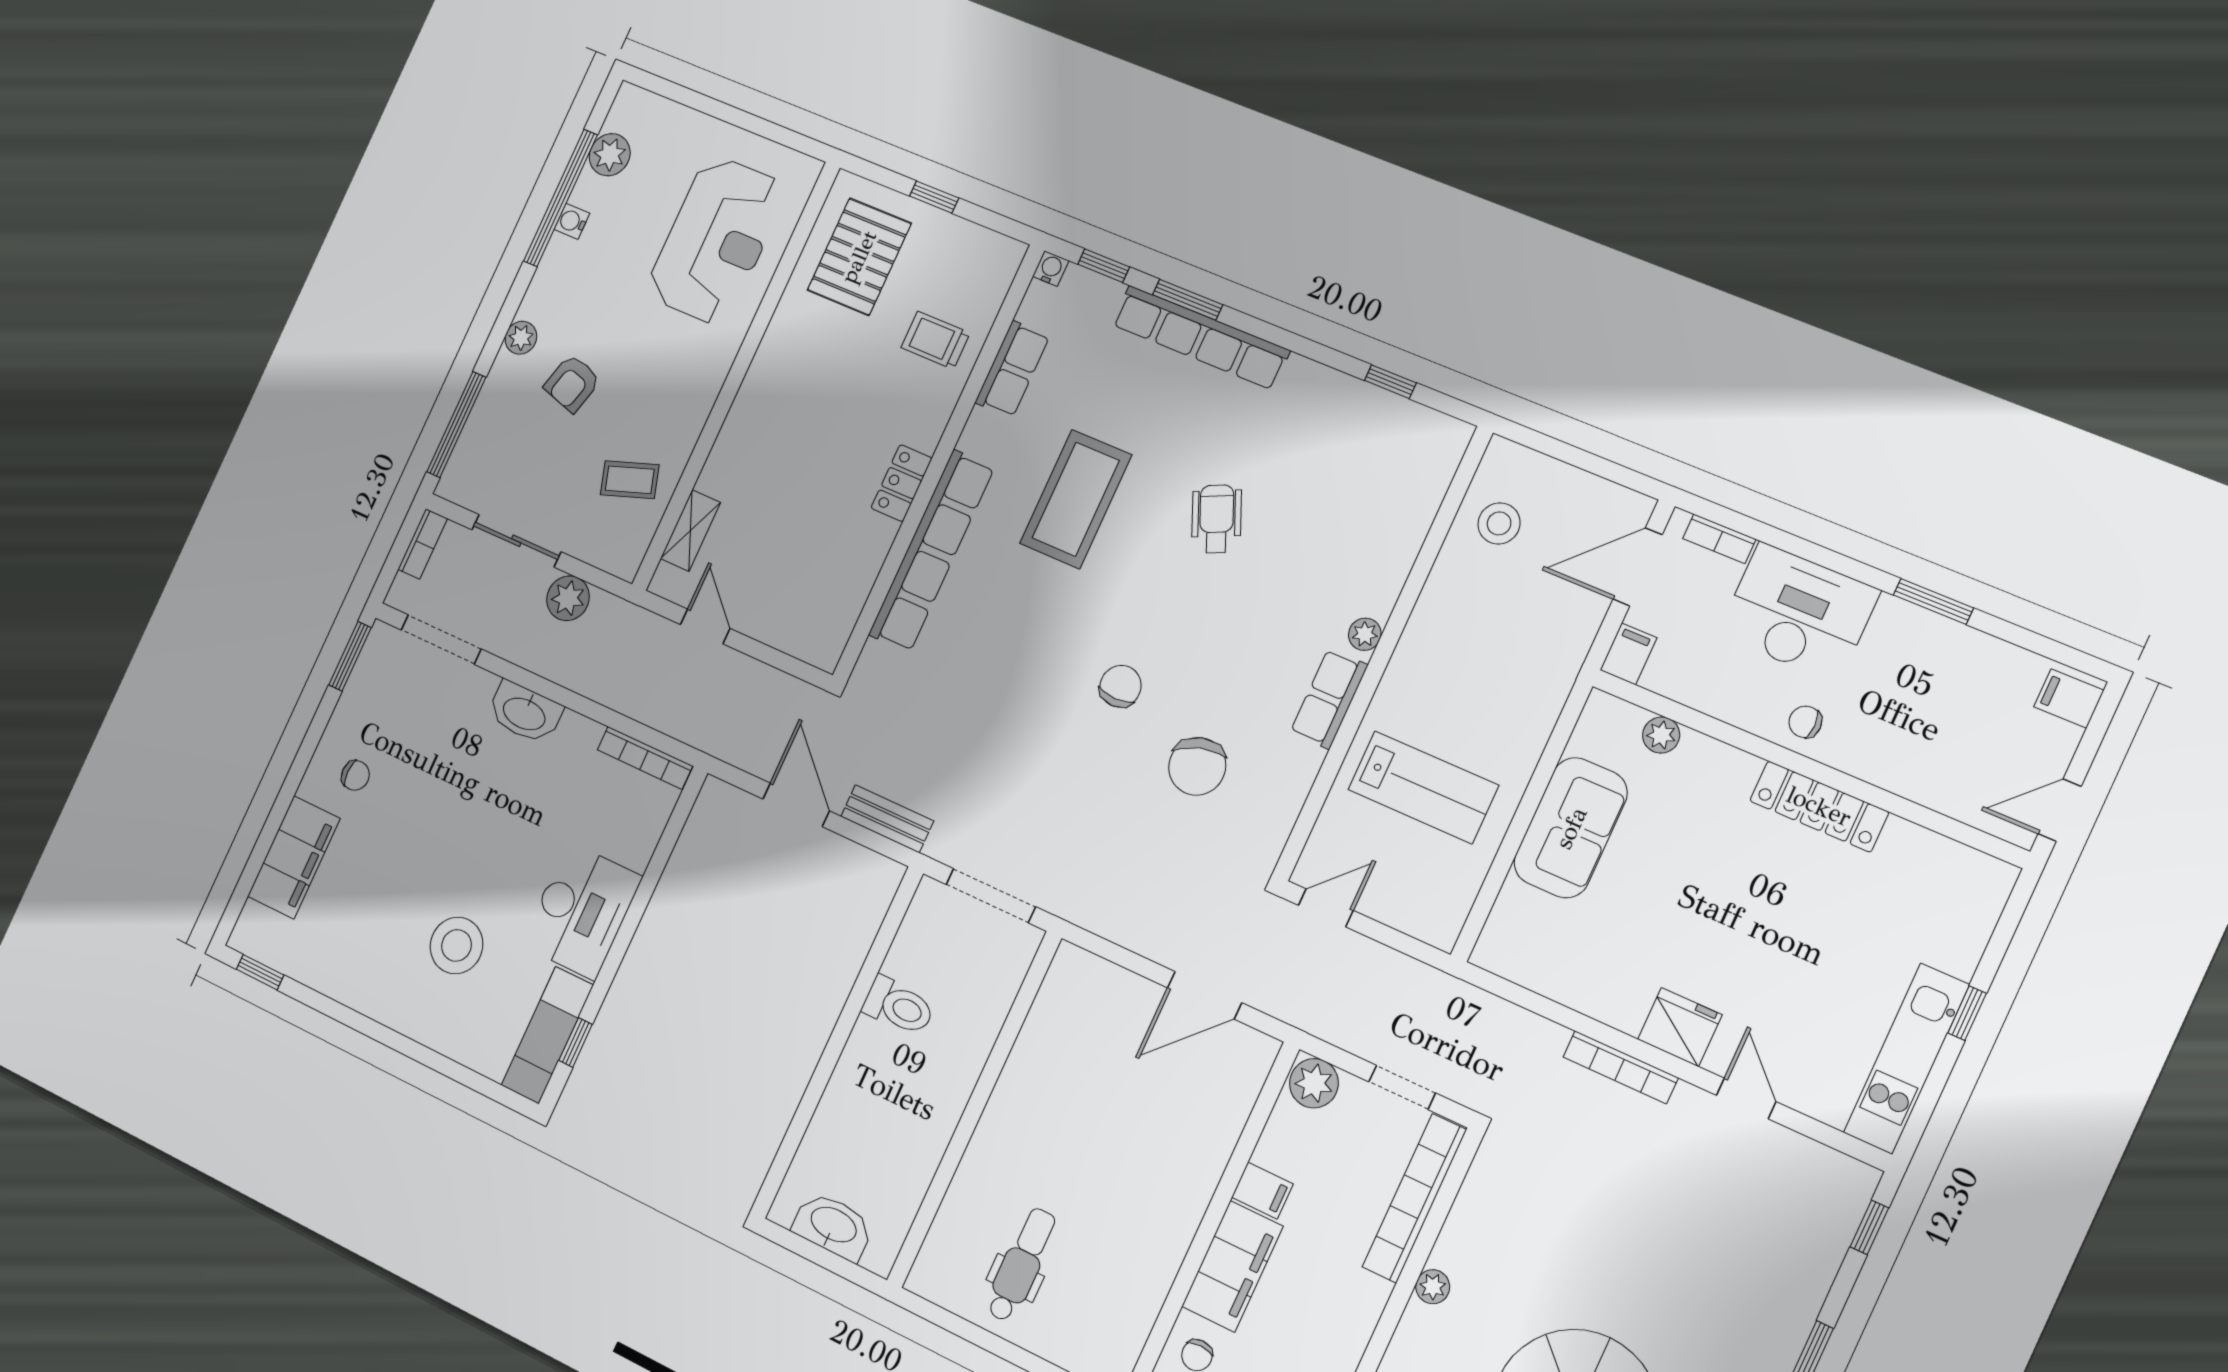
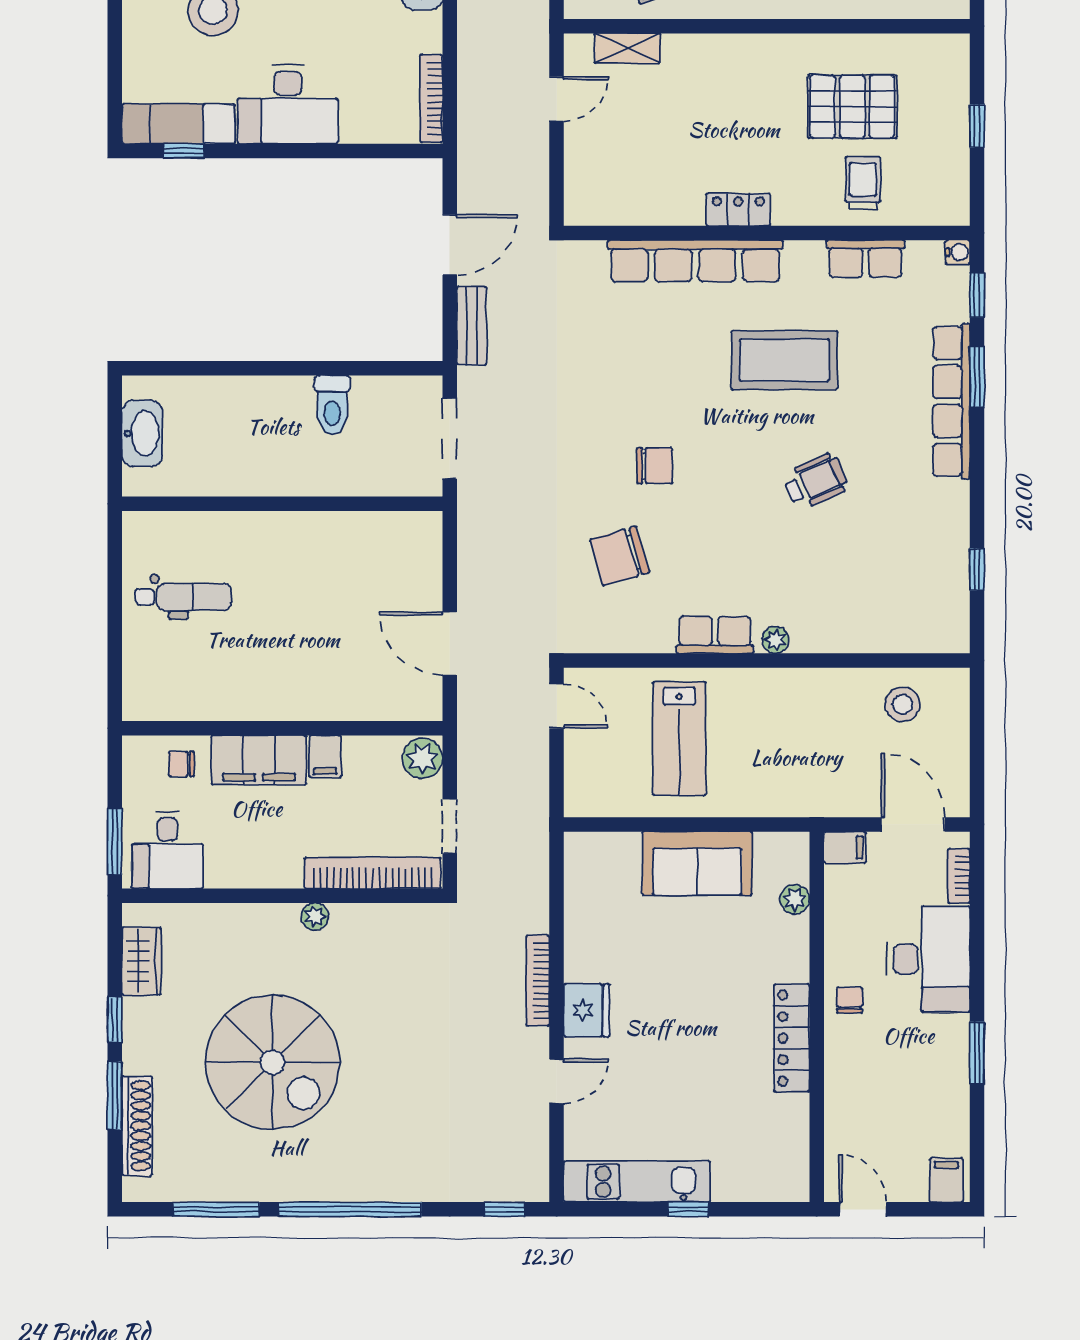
pallet: (859, 257) -> (852, 107), moved

